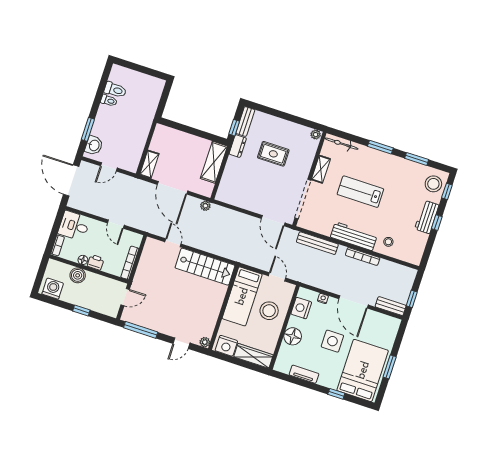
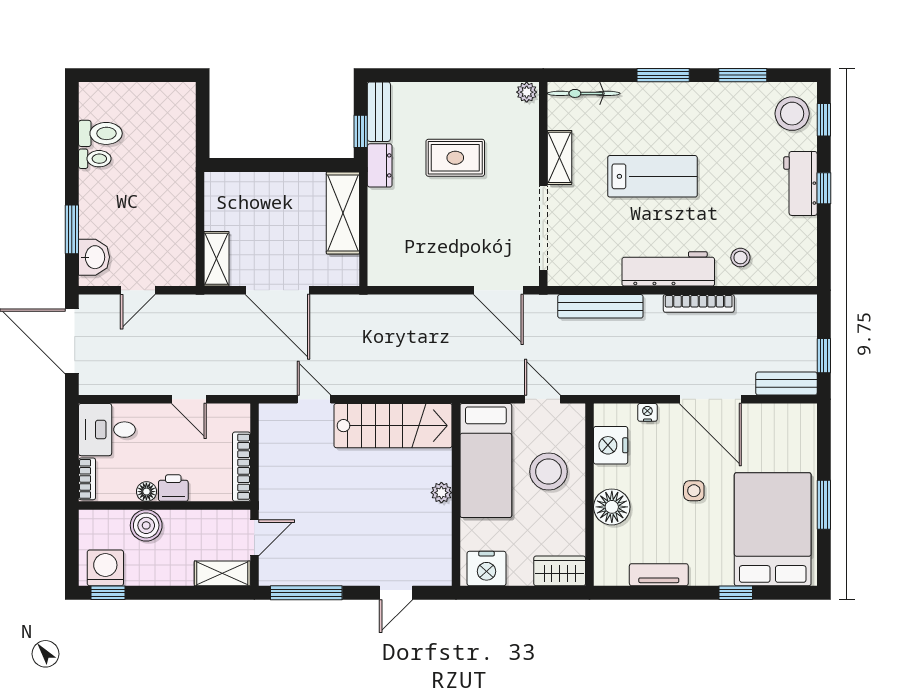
lab bench: (360, 192) -> (652, 176), turned 180
plant: (205, 206) -> (354, 305), removed
shelving: (105, 309) -> (222, 573), added
window: (81, 311) -> (108, 593), moved
side table: (332, 341) -> (694, 491), width x0.54, depth x0.54
plant: (205, 342) -> (441, 493), moved
wardrobe: (253, 356) -> (560, 571), width x0.67

